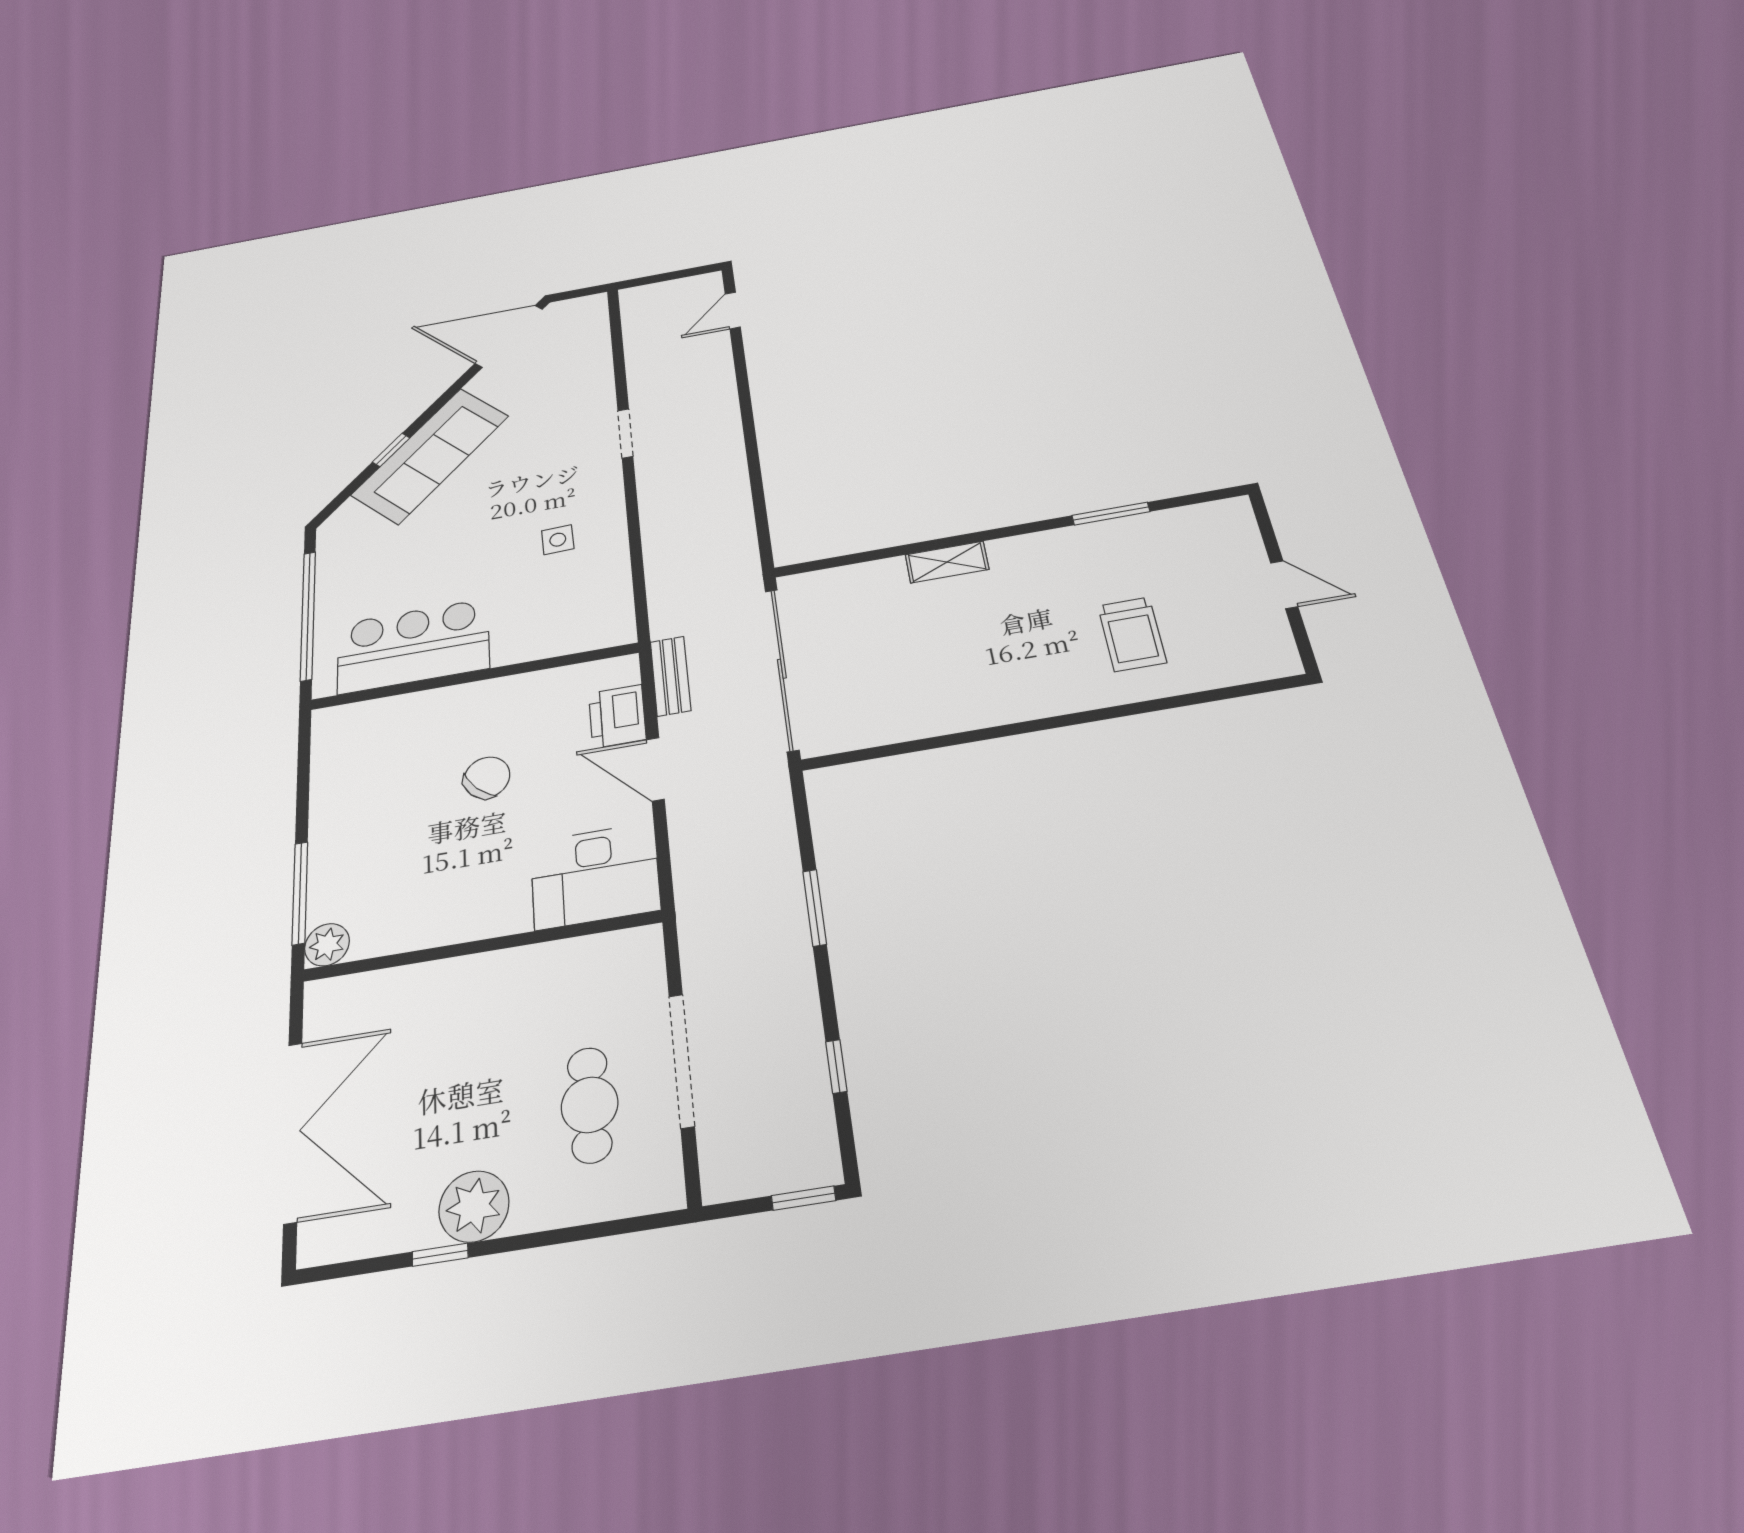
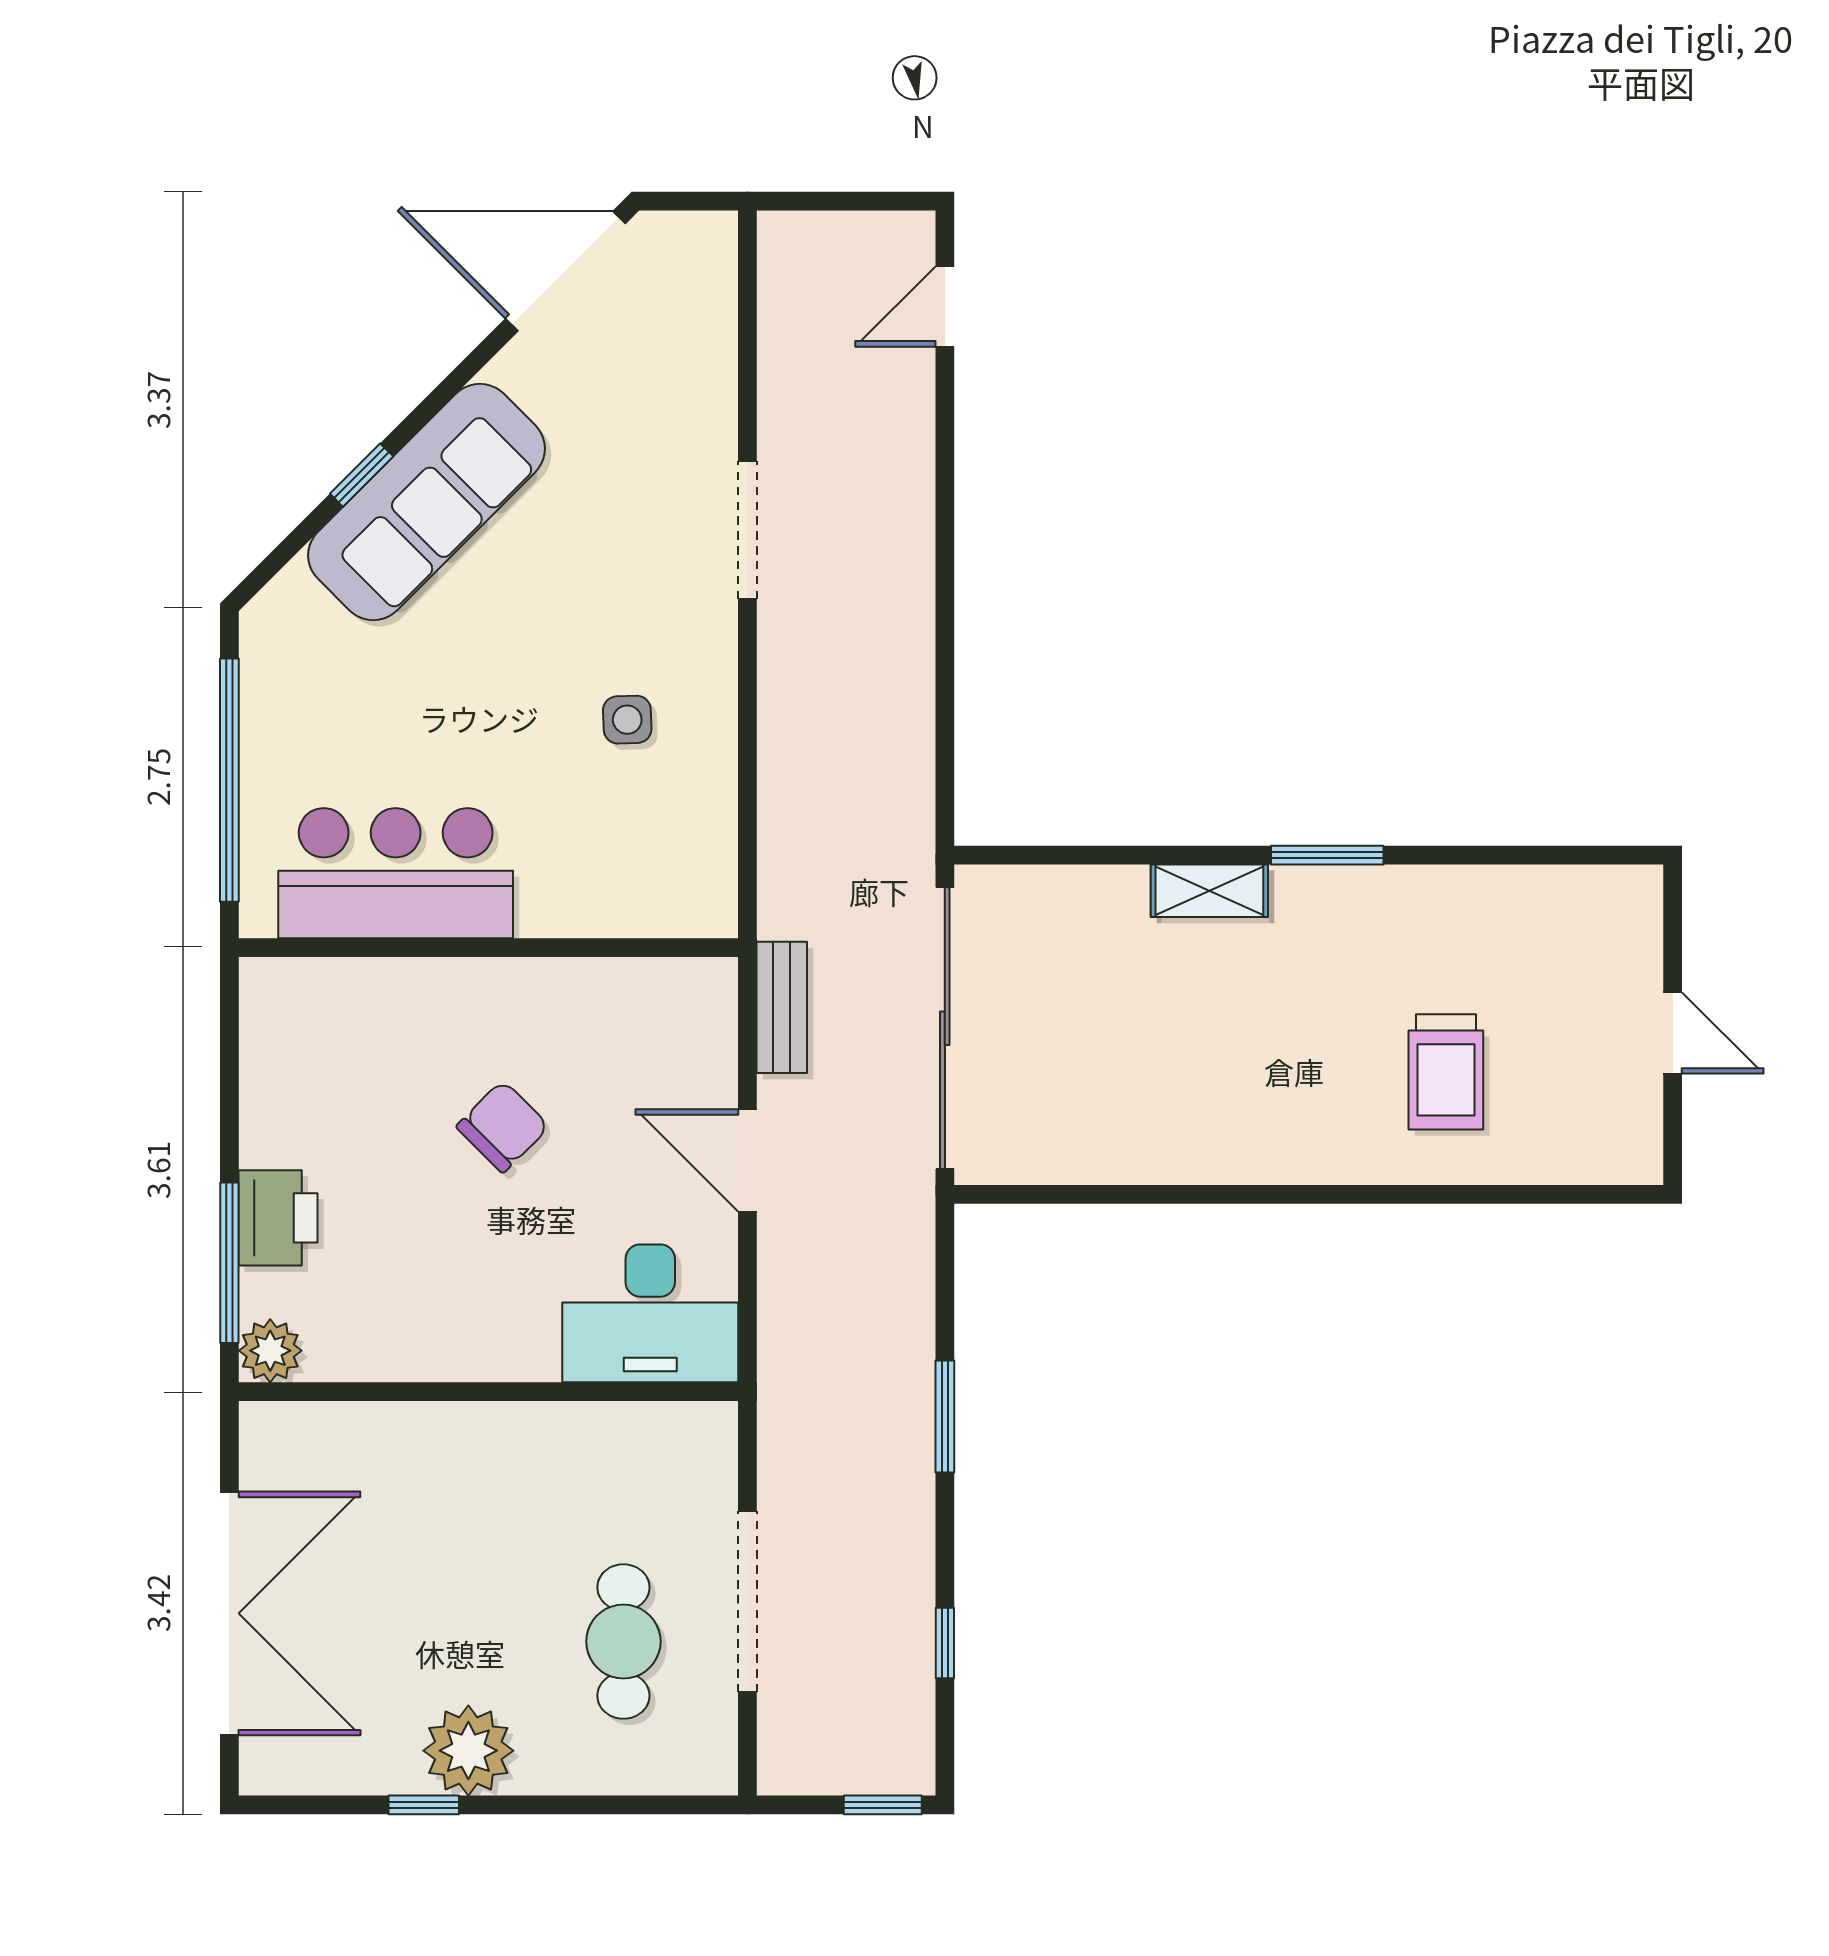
doorway: (625, 433) -> (747, 530), width x1.38
window: (1111, 514) -> (1327, 855), moved
printer: (617, 716) -> (278, 1218), moved, turned 180

